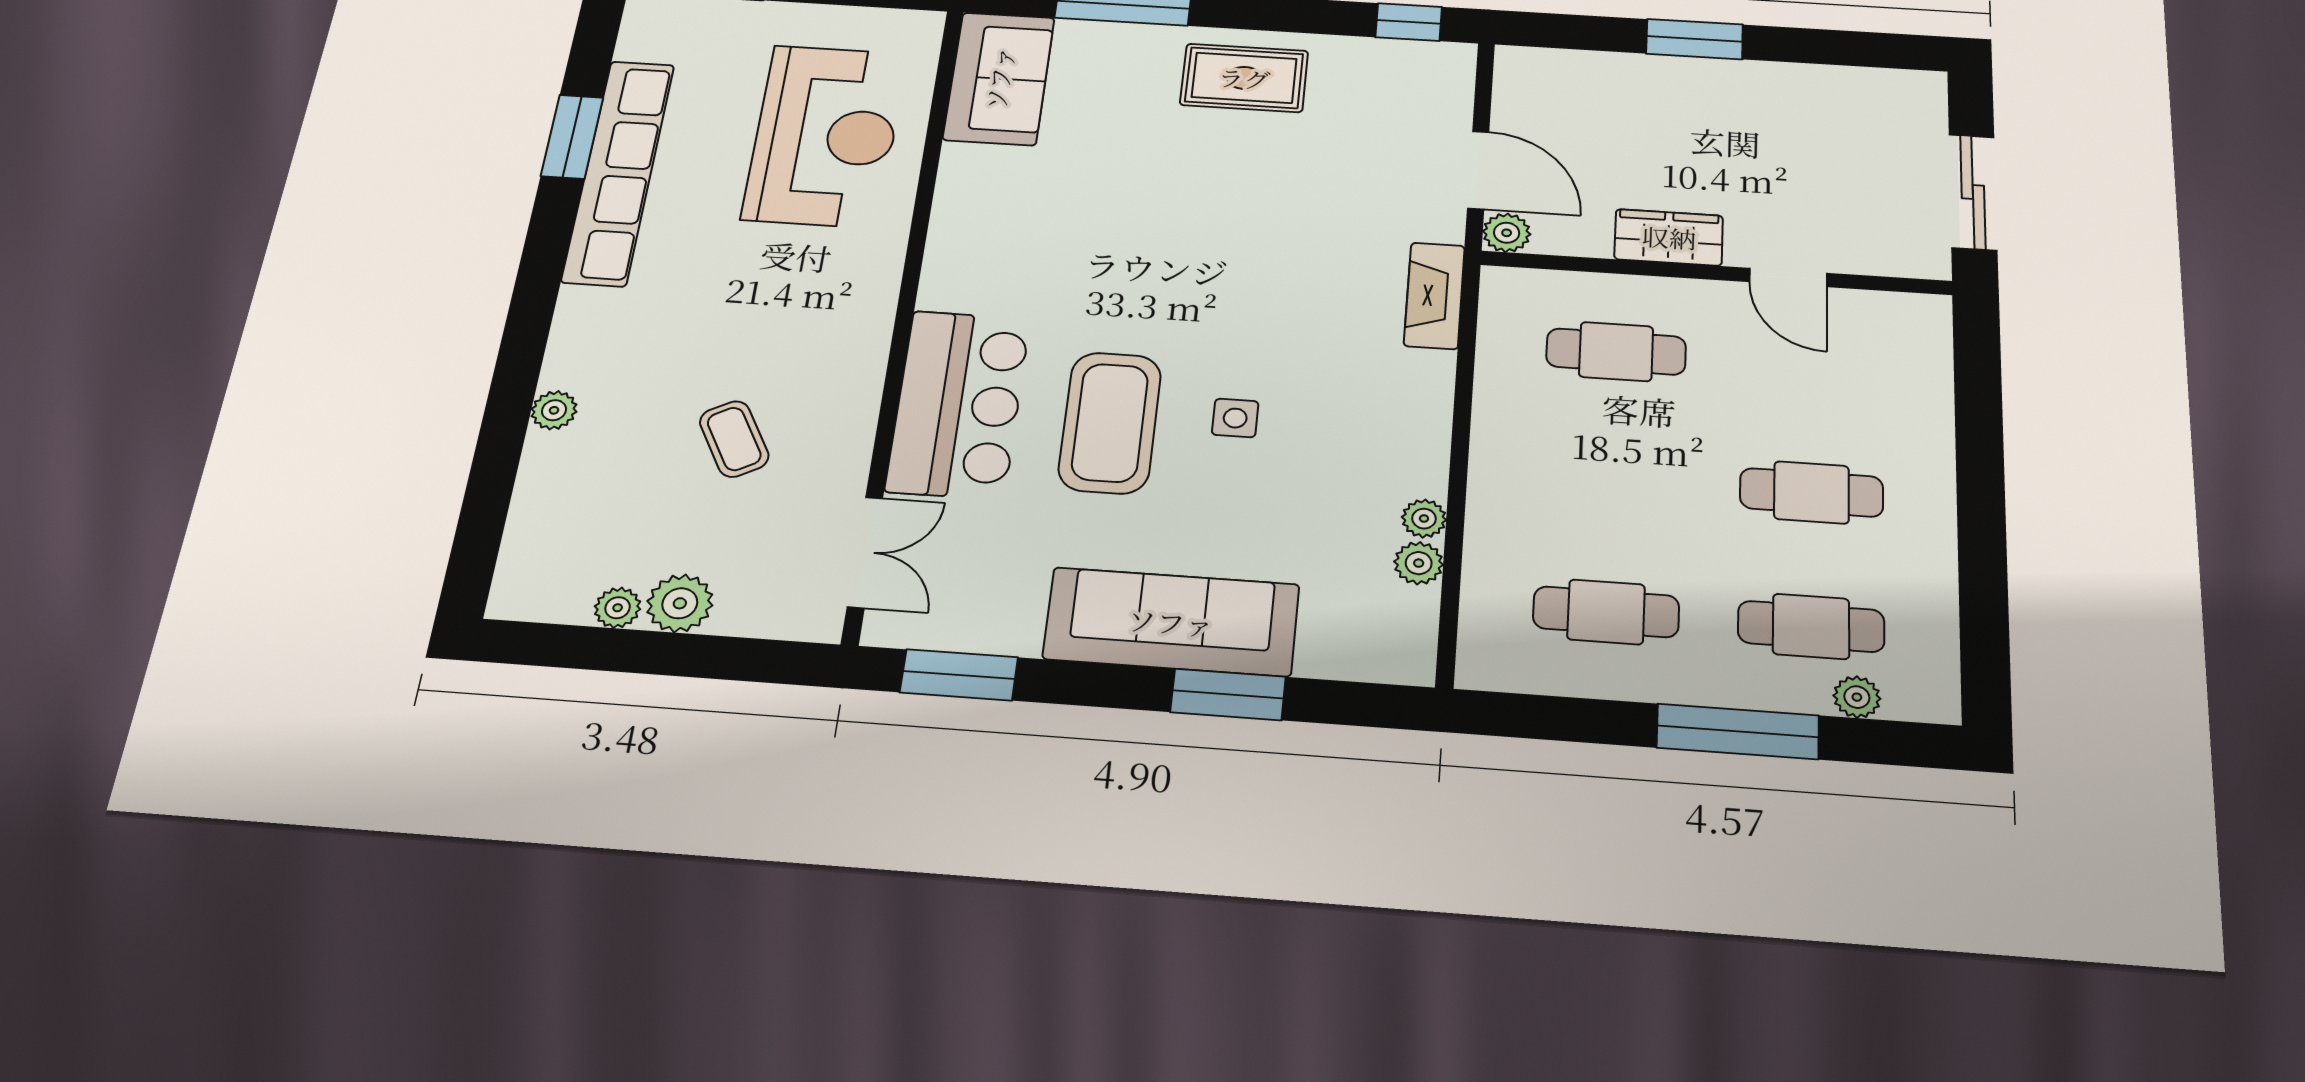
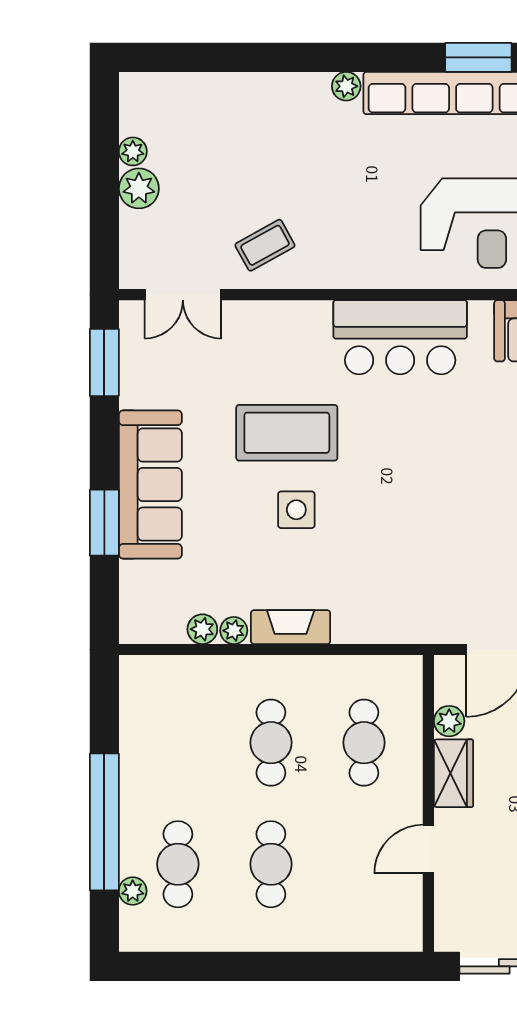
plant: (1507, 233) -> (449, 721), moved
fireplace: (1434, 296) -> (291, 627), moved
bar counter: (958, 404) -> (400, 337), moved
plant: (554, 410) -> (346, 86), moved
side table: (1235, 418) -> (296, 510), width x1.37, depth x1.37
coffee table: (734, 439) -> (265, 245), moved
cafe table: (1606, 612) -> (271, 743), moved
window: (1738, 732) -> (104, 822), width x1.46

